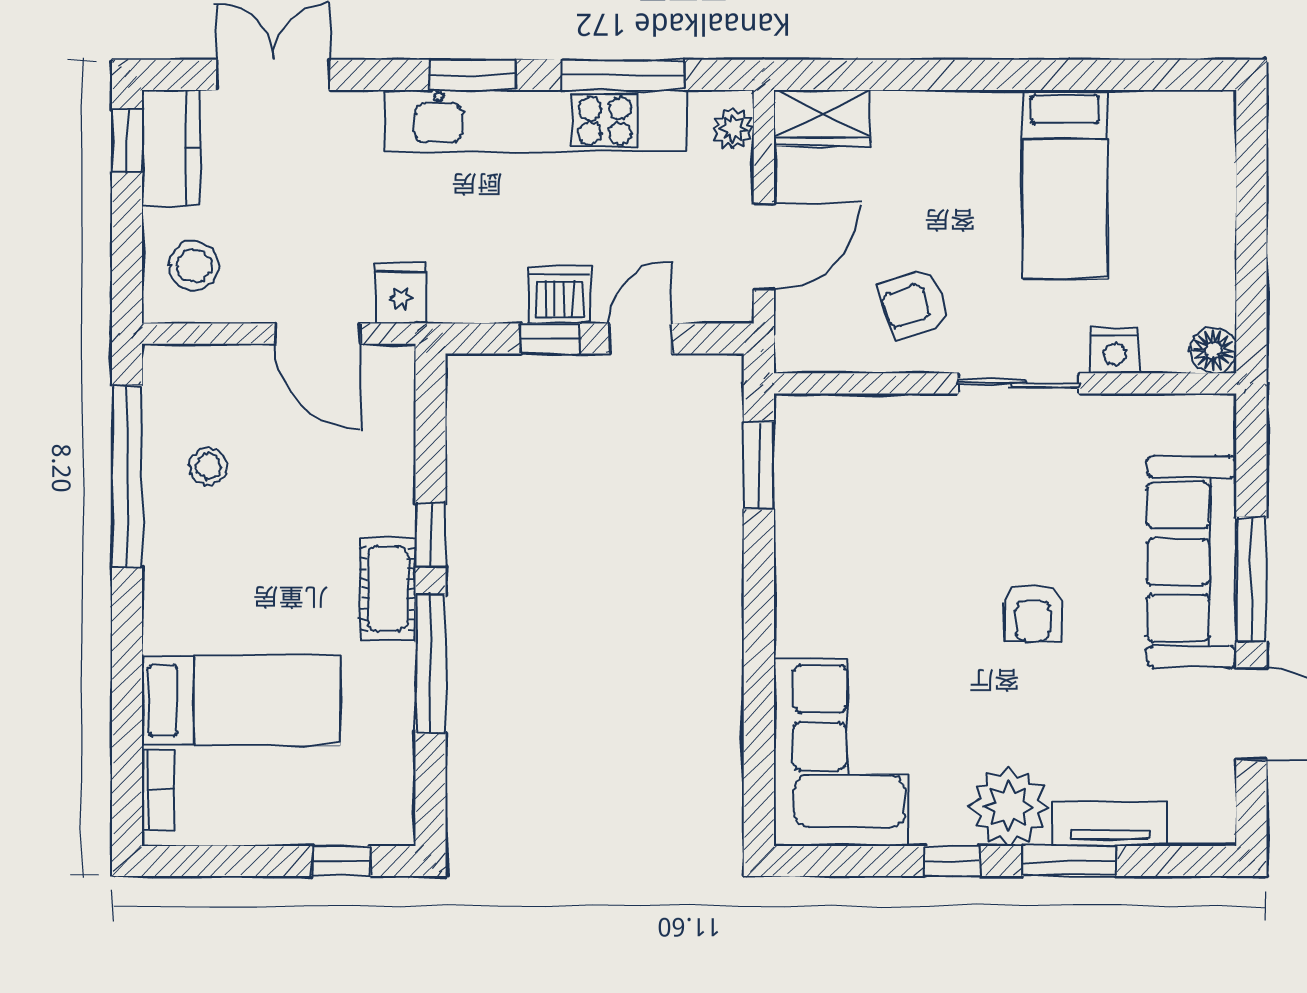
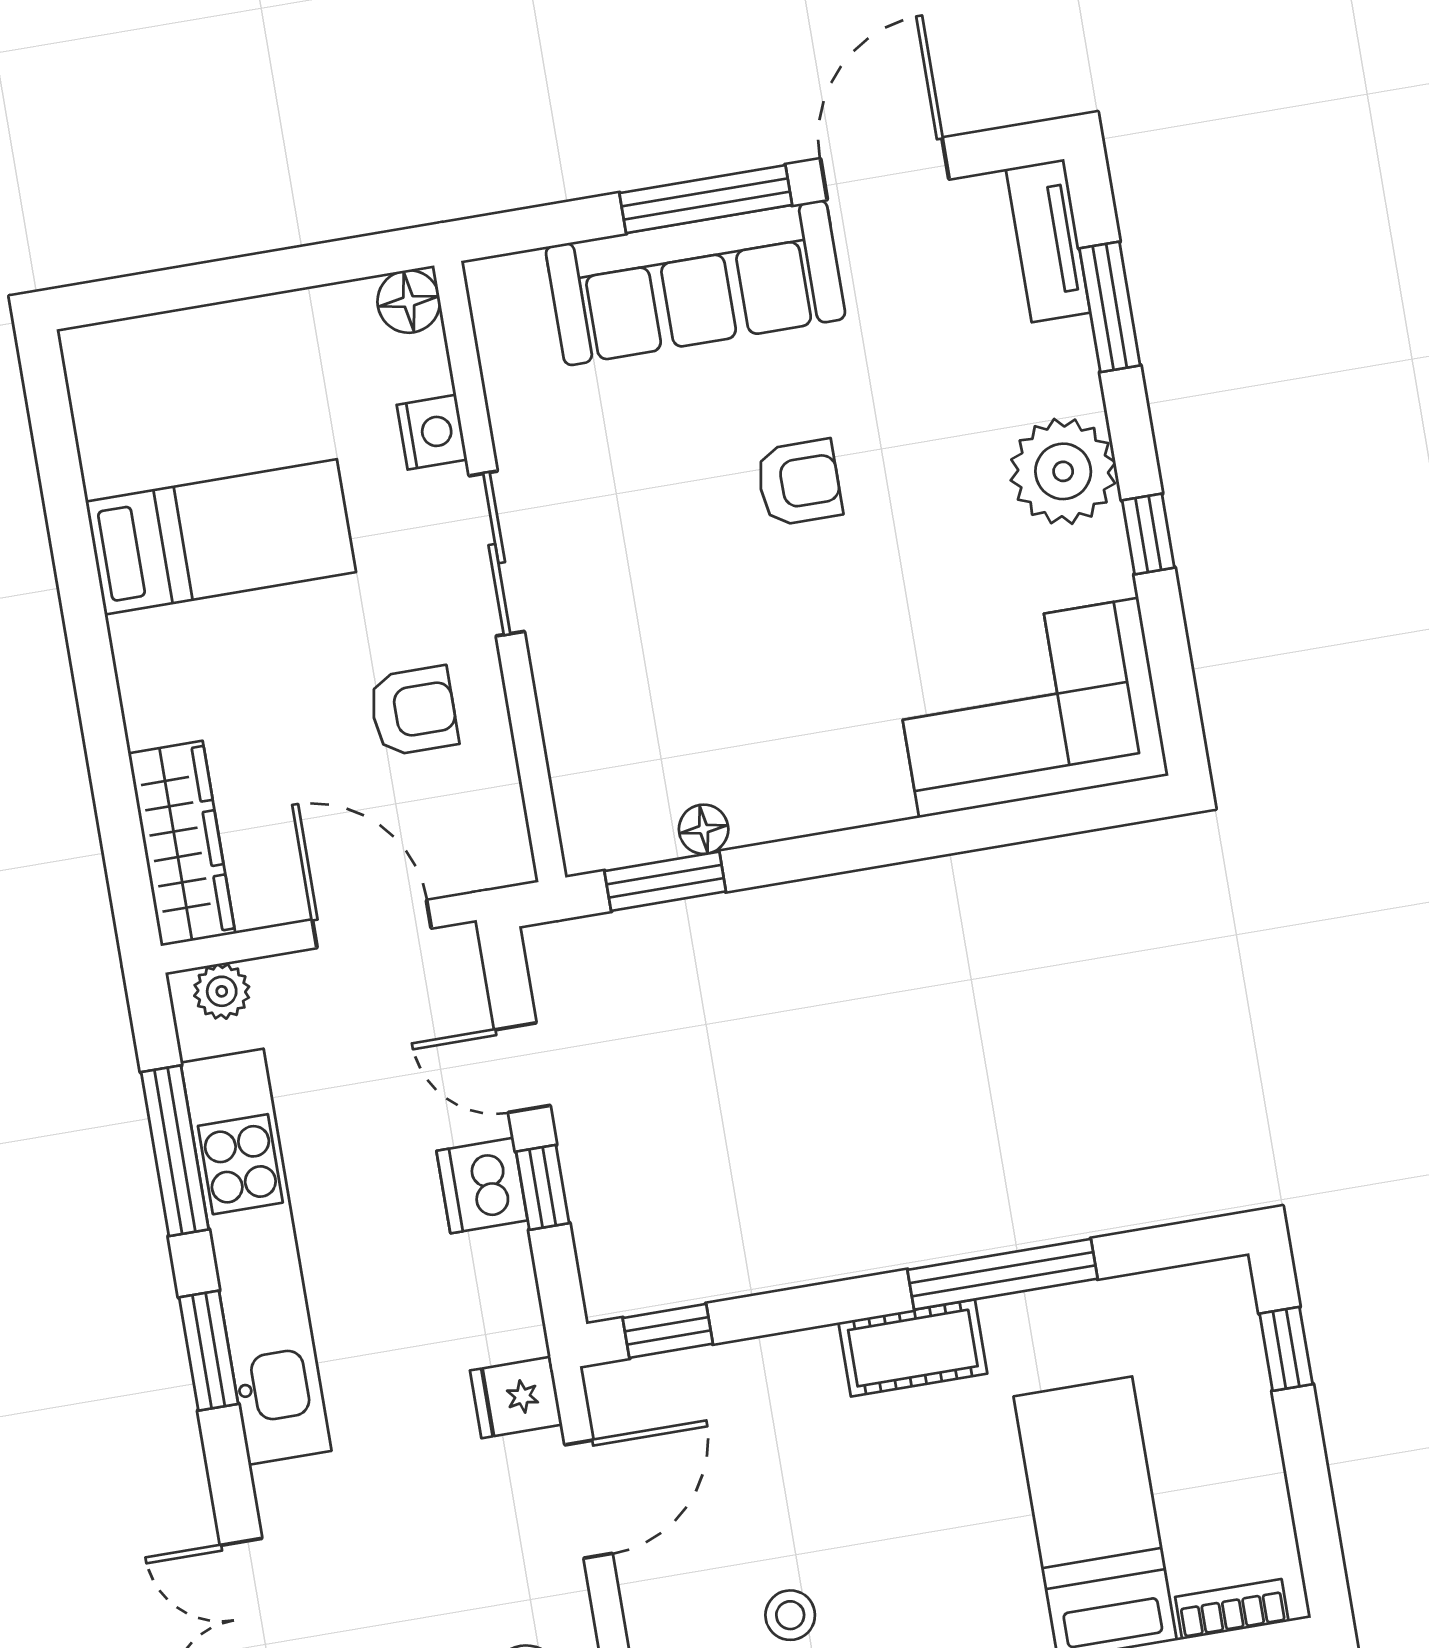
wardrobe: (822, 118) -> (182, 843), width x1.50
armchair: (914, 303) -> (413, 711), turned -71
floor lamp: (792, 500) -> (704, 829), added
window: (431, 535) -> (668, 1331), moved
tv unit: (1110, 824) -> (1048, 241), moved
window: (1069, 861) -> (1110, 307), moved

